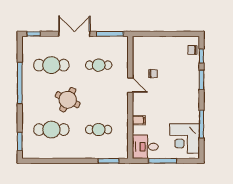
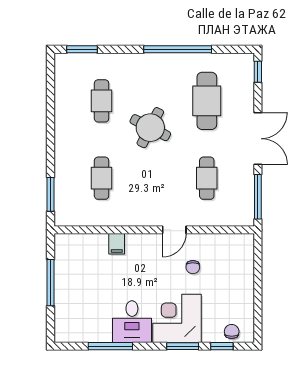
cafe table: (51, 130) -> (102, 101), width x0.73, depth x0.74
corner desk: (184, 138) -> (177, 318), moved
desk: (145, 147) -> (132, 322), moved, turned 180

